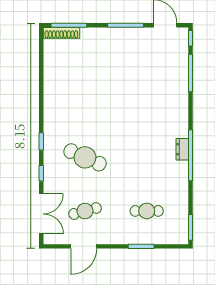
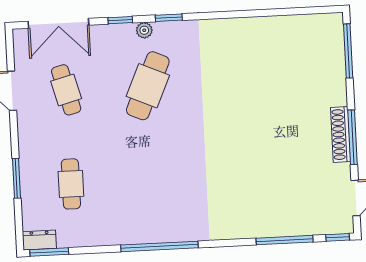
shoe rack: (61, 33) -> (341, 134), moved
dresser: (182, 149) -> (39, 240), moved
plant: (49, 158) -> (144, 30), added

